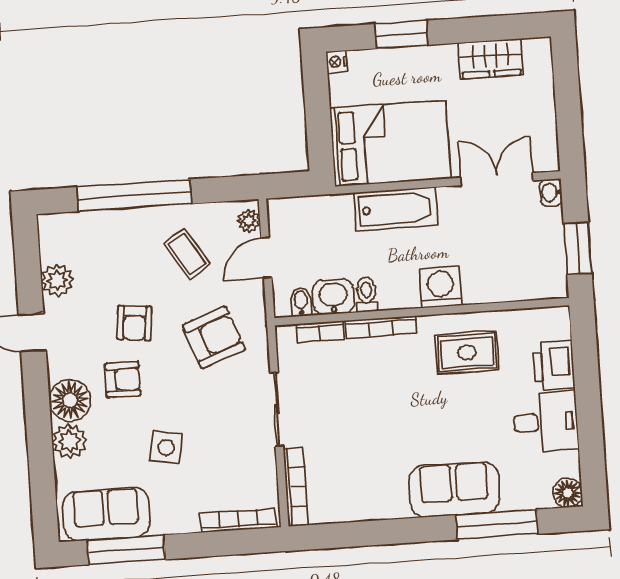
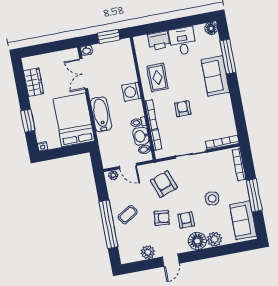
coffee table: (187, 254) -> (128, 215), moved
armchair: (386, 403) -> (183, 109), added
window: (126, 550) -> (254, 195), moved

